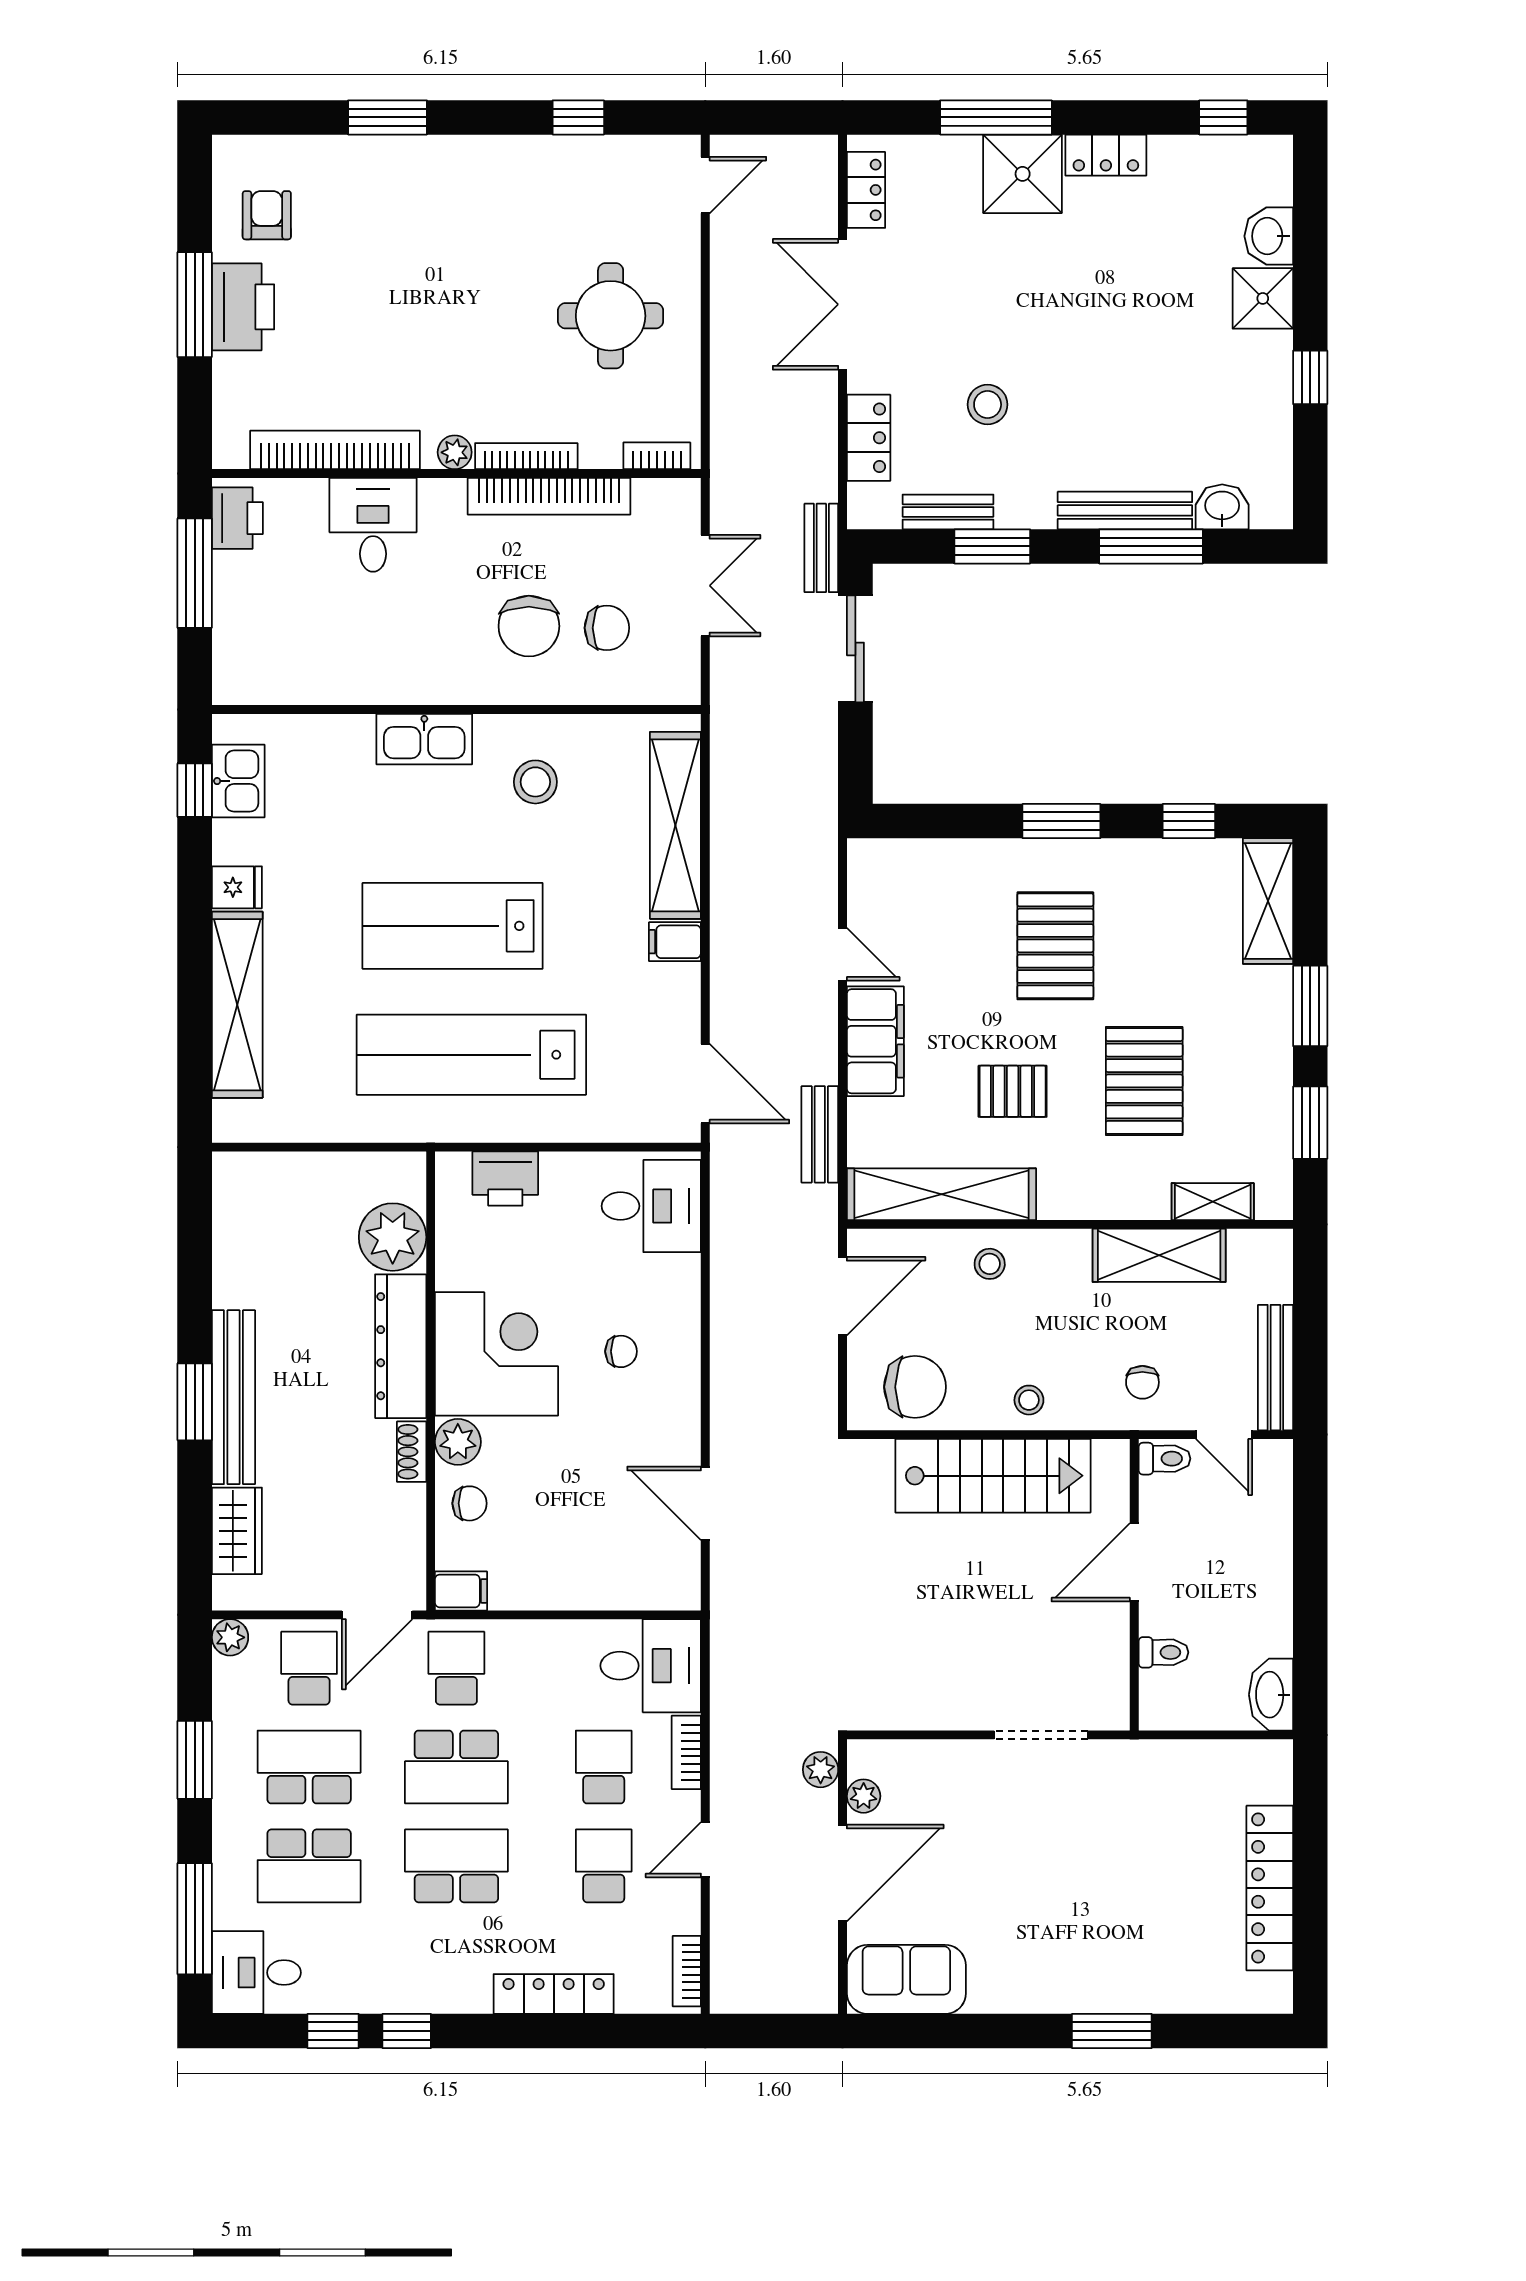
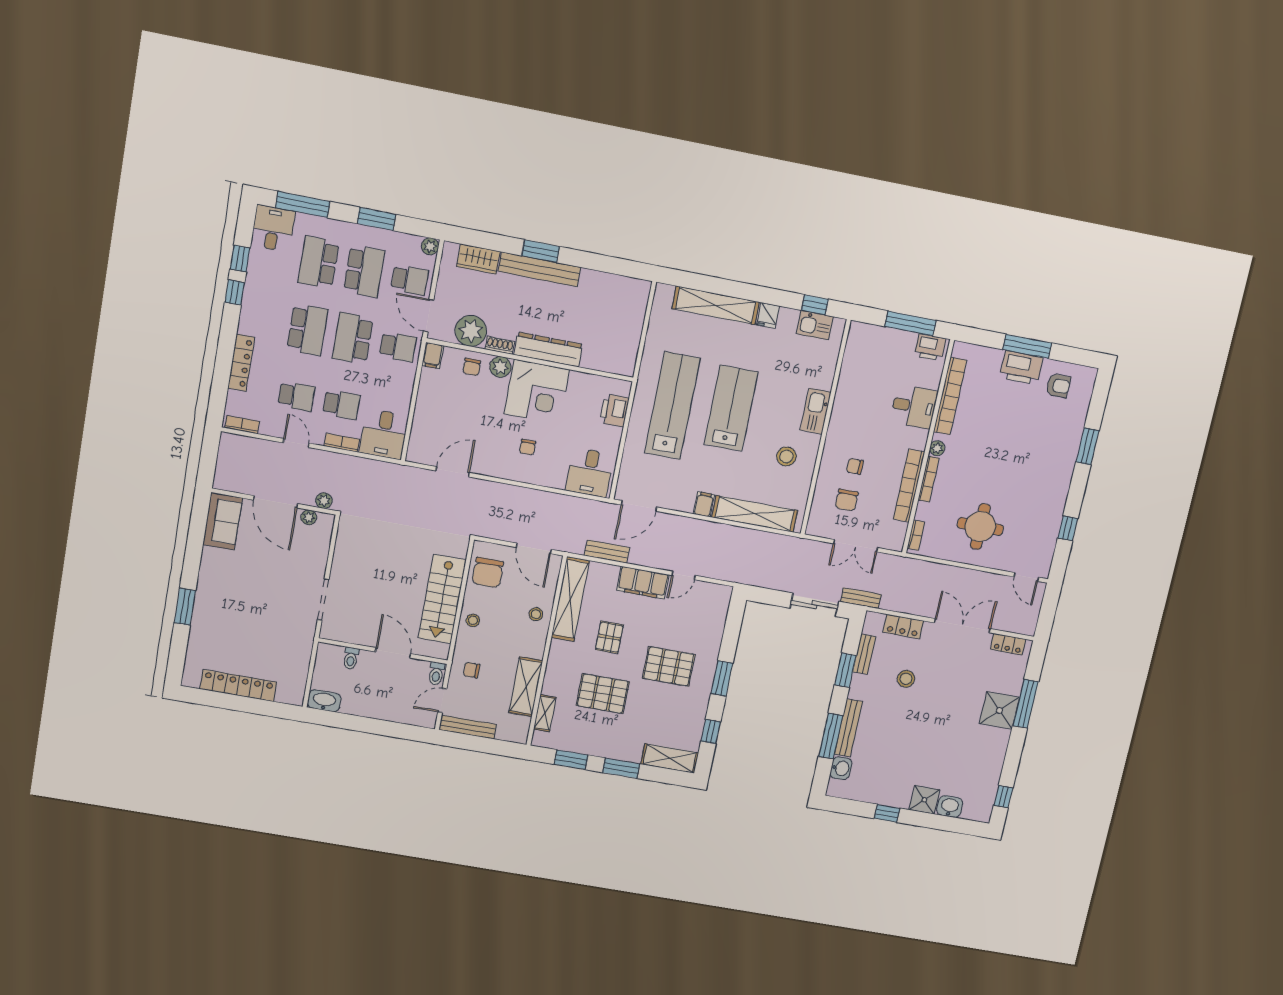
locker: (1106, 155) -> (999, 746), removed
chair: (529, 626) -> (855, 466), width x0.54, depth x0.54
plant: (393, 1237) -> (471, 331), moved

